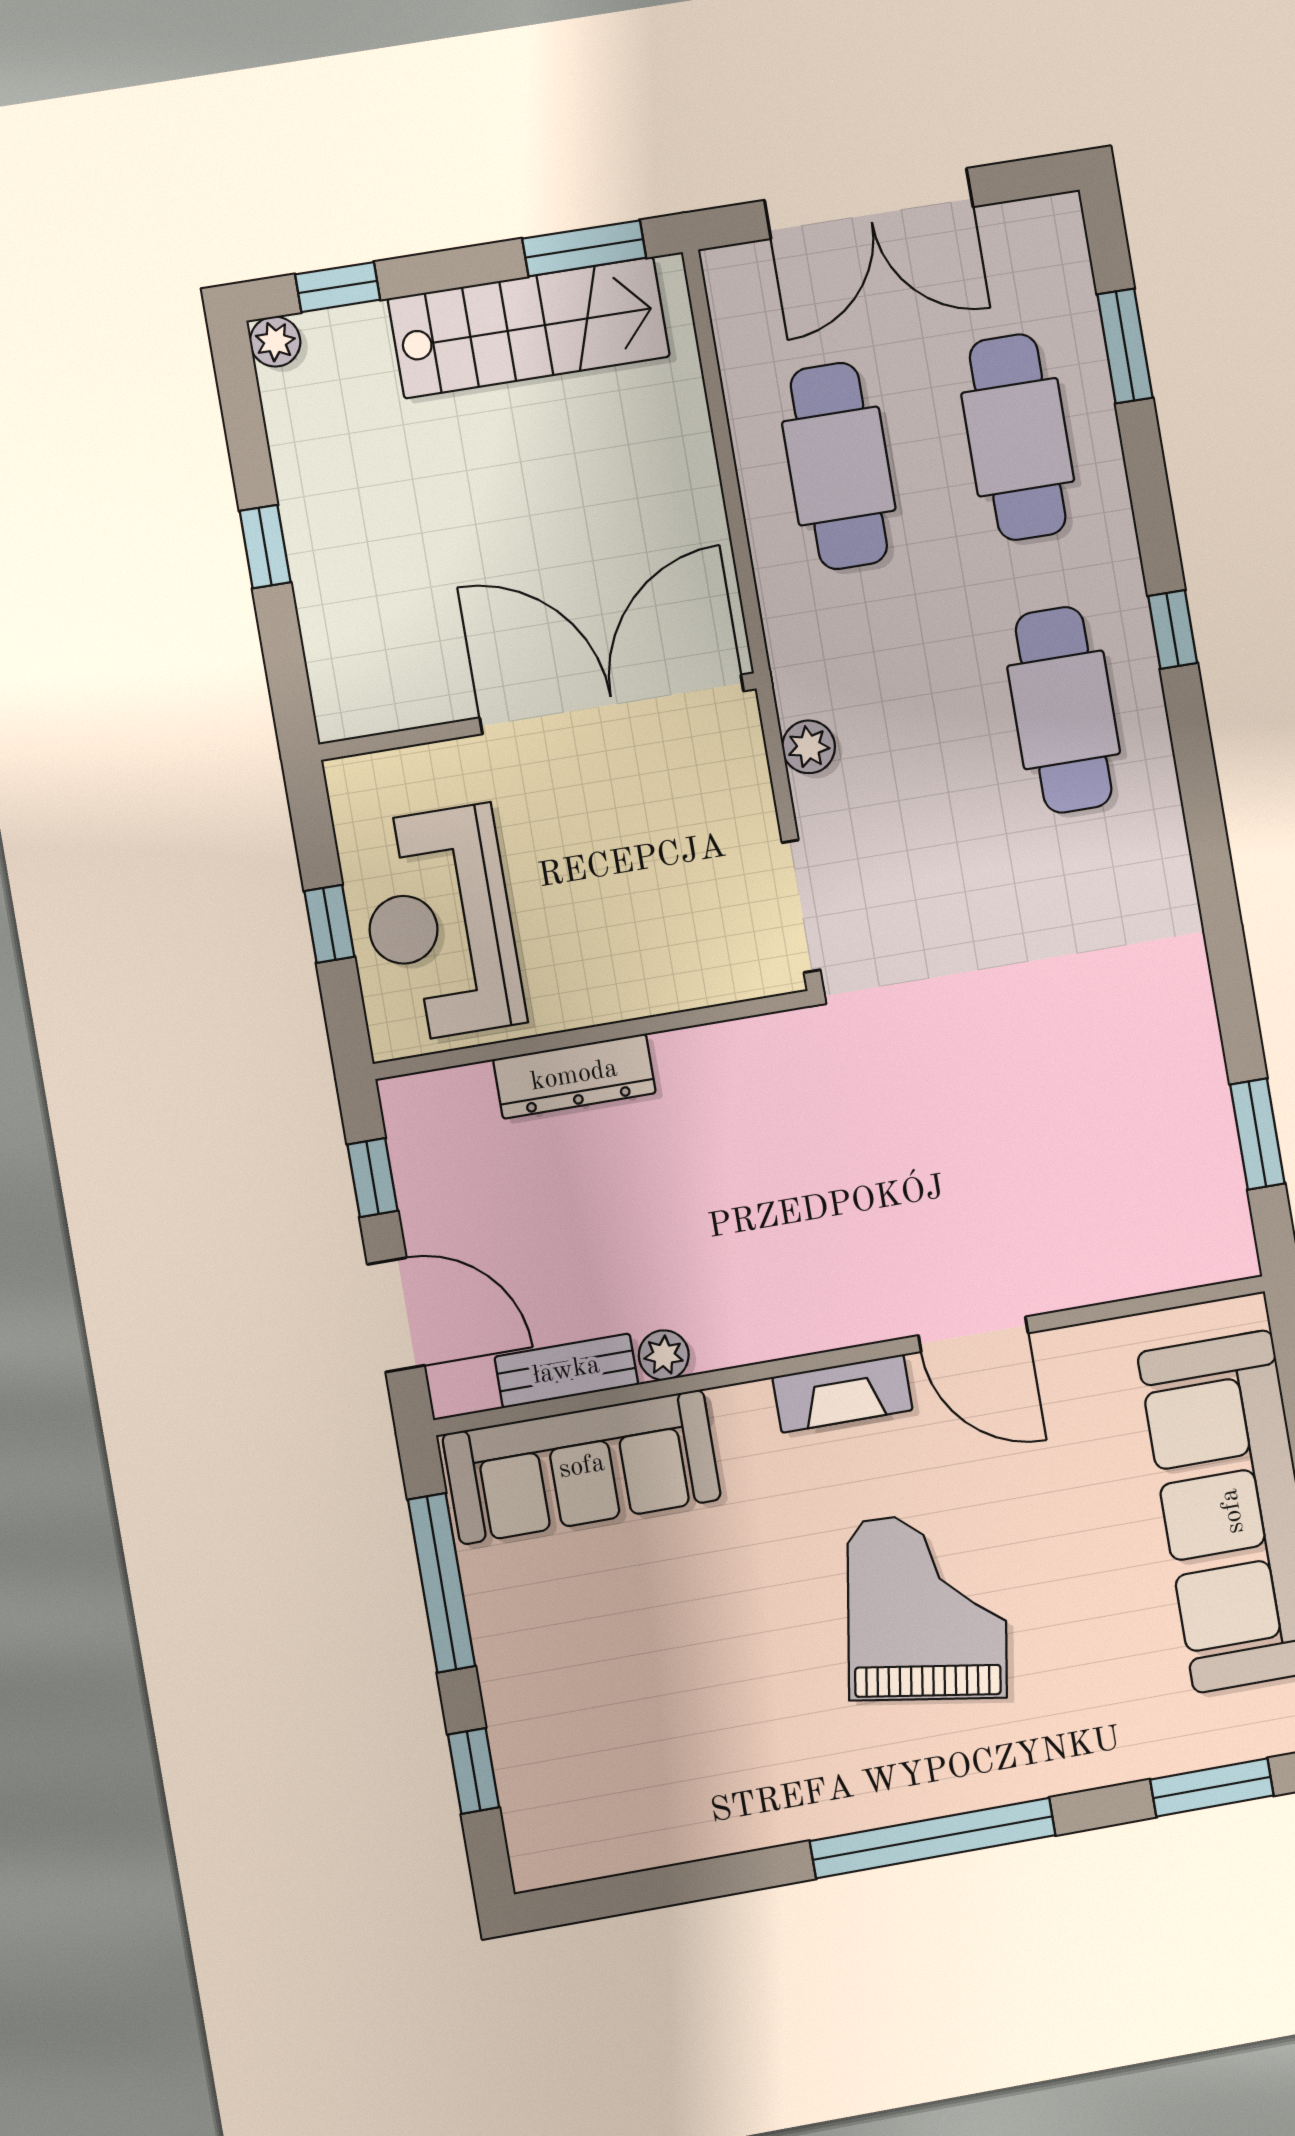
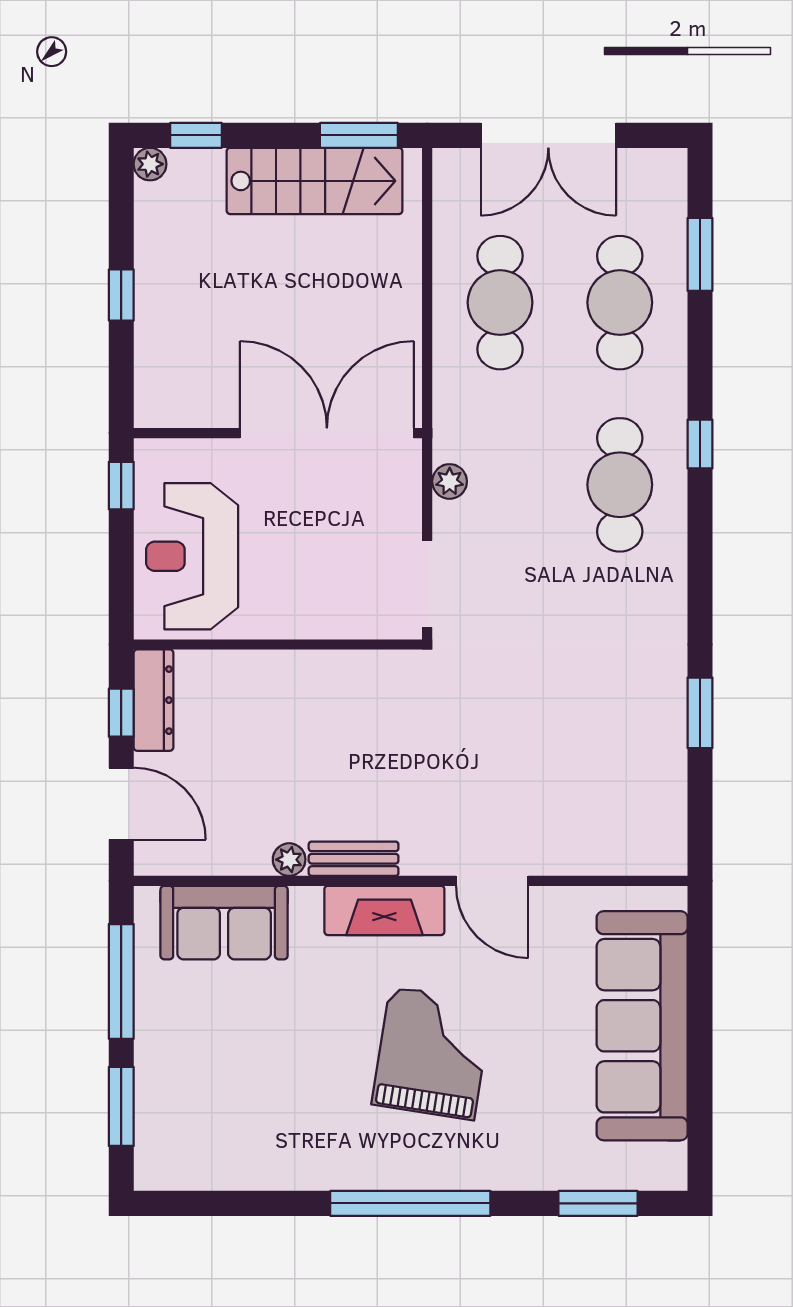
window: (329, 924) -> (121, 486), moved
dresser: (574, 1076) -> (154, 700), moved, turned -90
window: (1257, 1134) -> (700, 713), moved
bench: (566, 1371) -> (354, 859), moved
fireplace: (843, 1394) -> (384, 910), width x1.37, depth x1.32
sofa: (582, 1467) -> (224, 923), width x0.73
window: (474, 1771) -> (121, 1106), width x1.50

